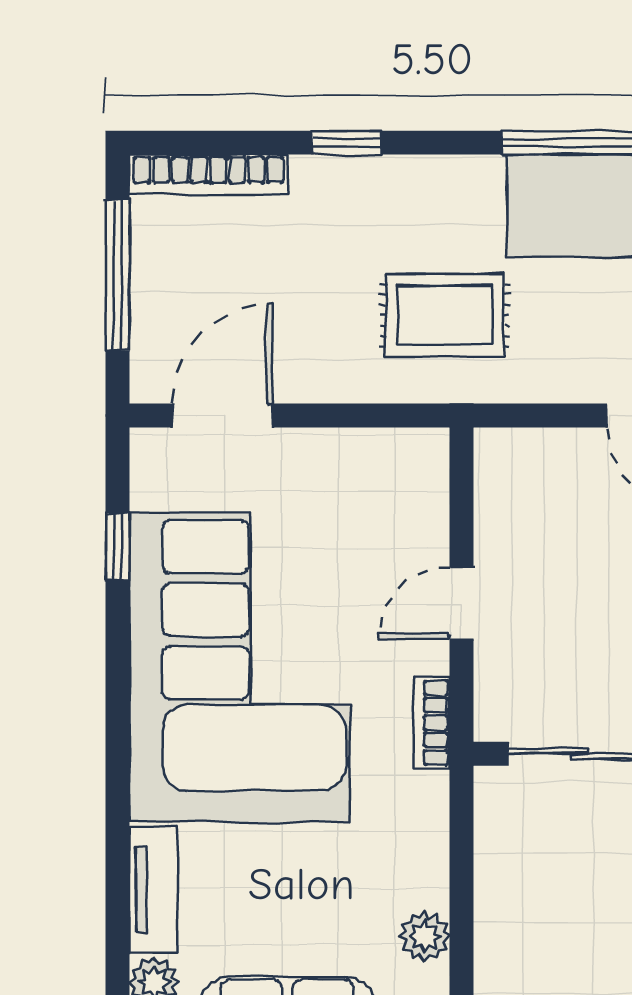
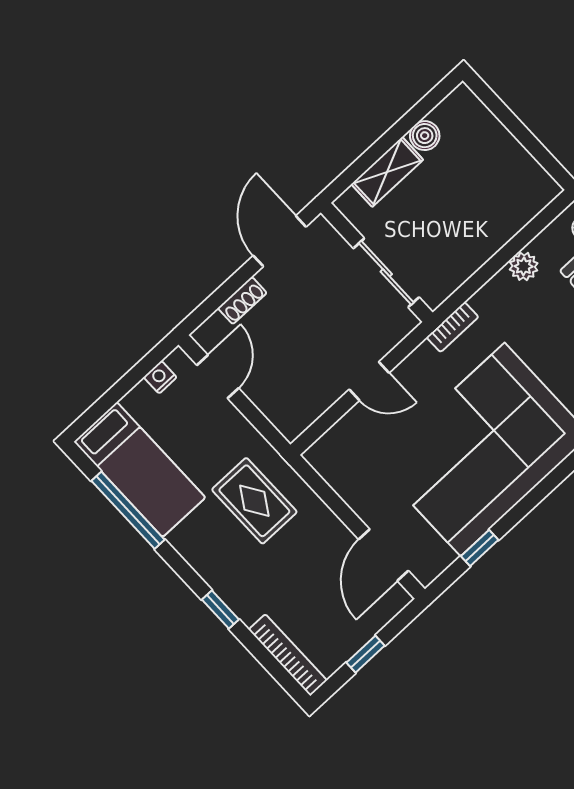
window: (117, 275) -> (366, 654), width x0.46
door: (223, 416) -> (384, 555), hinge flipped
bookcase: (432, 723) -> (453, 327), moved

